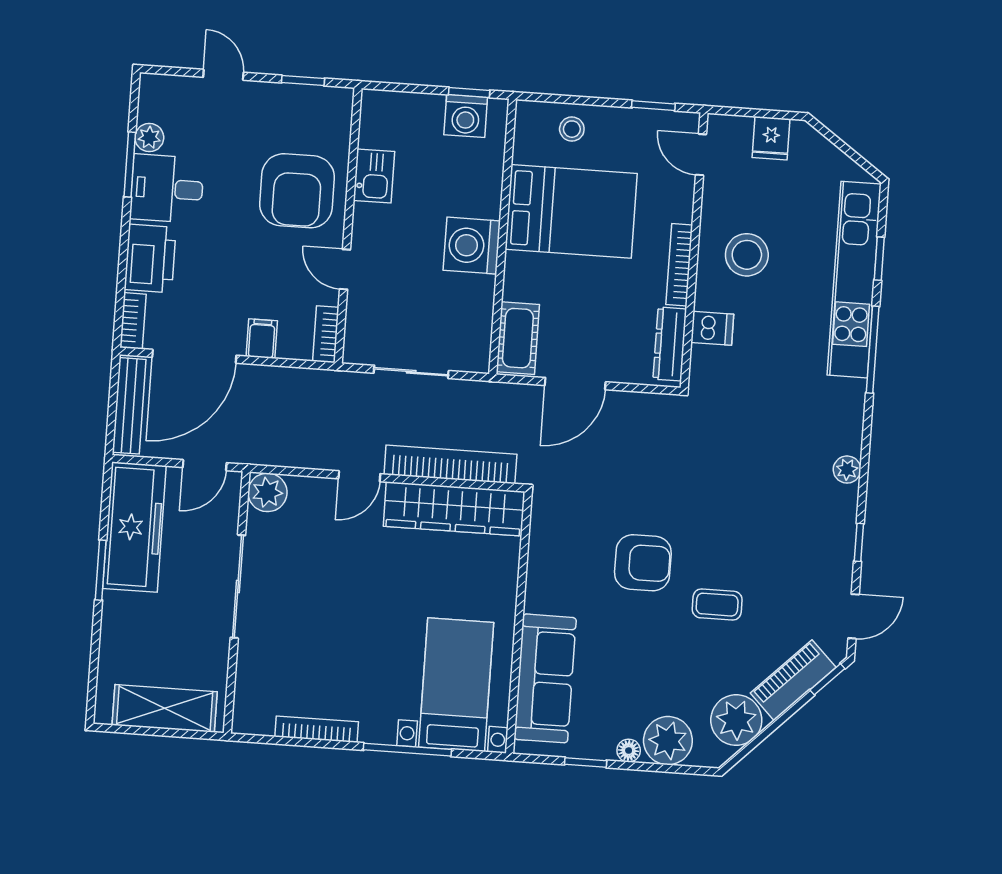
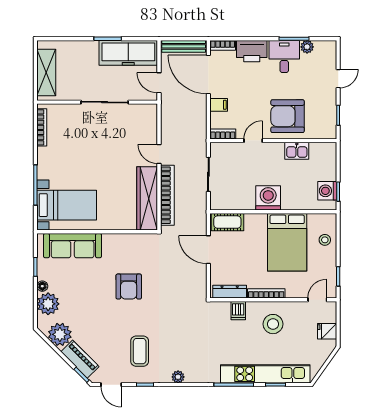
plant: (267, 492) -> (149, 112), removed
coffee table: (717, 605) -> (140, 351), moved, width x1.36, depth x1.30
bookcase: (317, 729) -> (42, 127), moved

